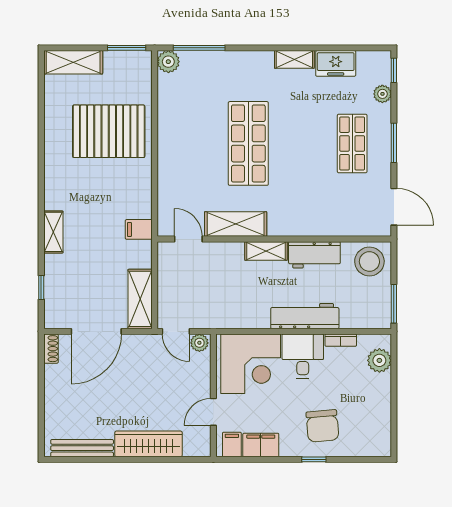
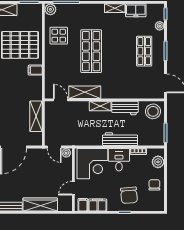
display table: (185, 113) -> (59, 36), added
filing cabinet: (139, 229) -> (35, 70), moved
shelving: (140, 299) -> (36, 116), moved
chair: (372, 405) -> (154, 185), added

